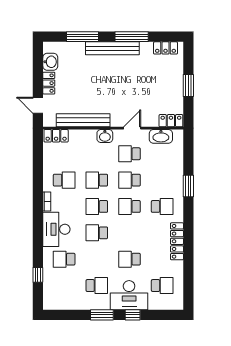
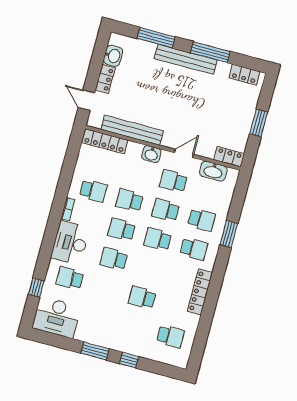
locker: (56, 136) -> (105, 141), width x1.53
school desk: (97, 286) -> (202, 220), moved
desk: (129, 295) -> (56, 317), moved

